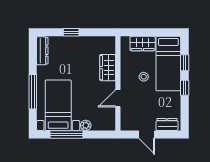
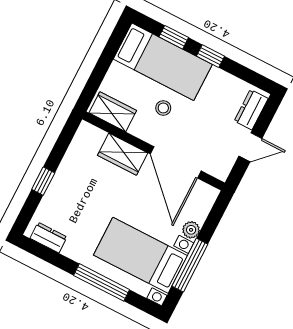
wardrobe: (143, 44) -> (113, 112), moved, turned -90
dresser: (42, 51) -> (48, 238), width x0.70
door: (118, 98) -> (176, 162), width x1.88

